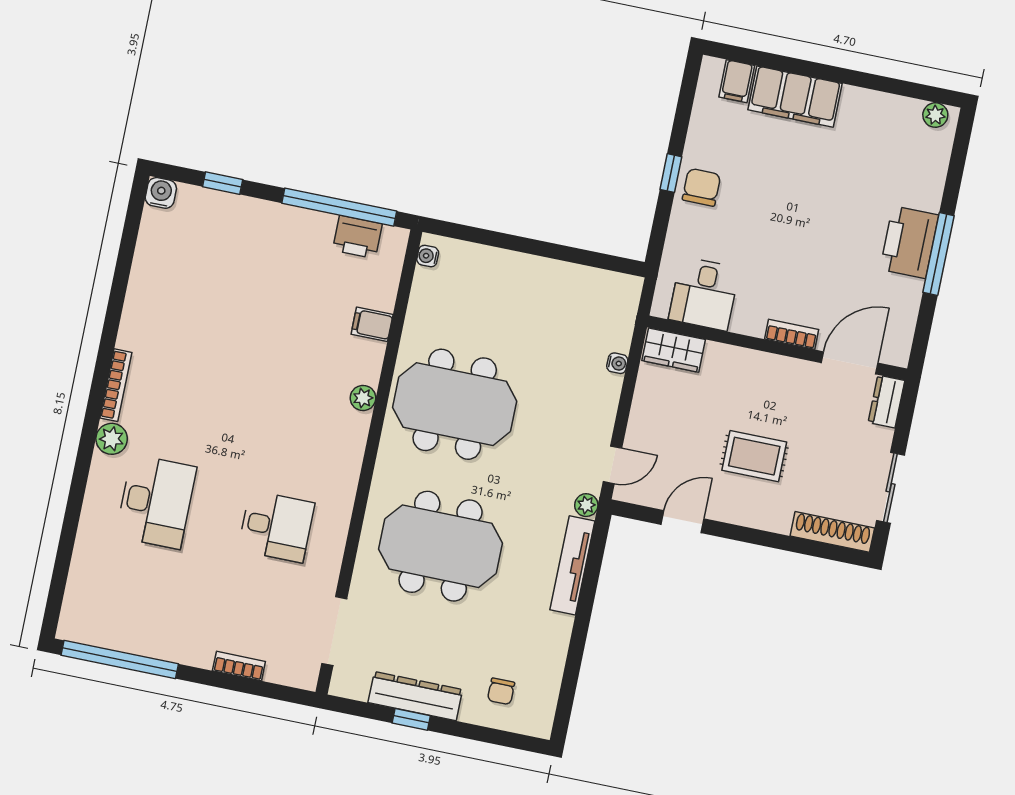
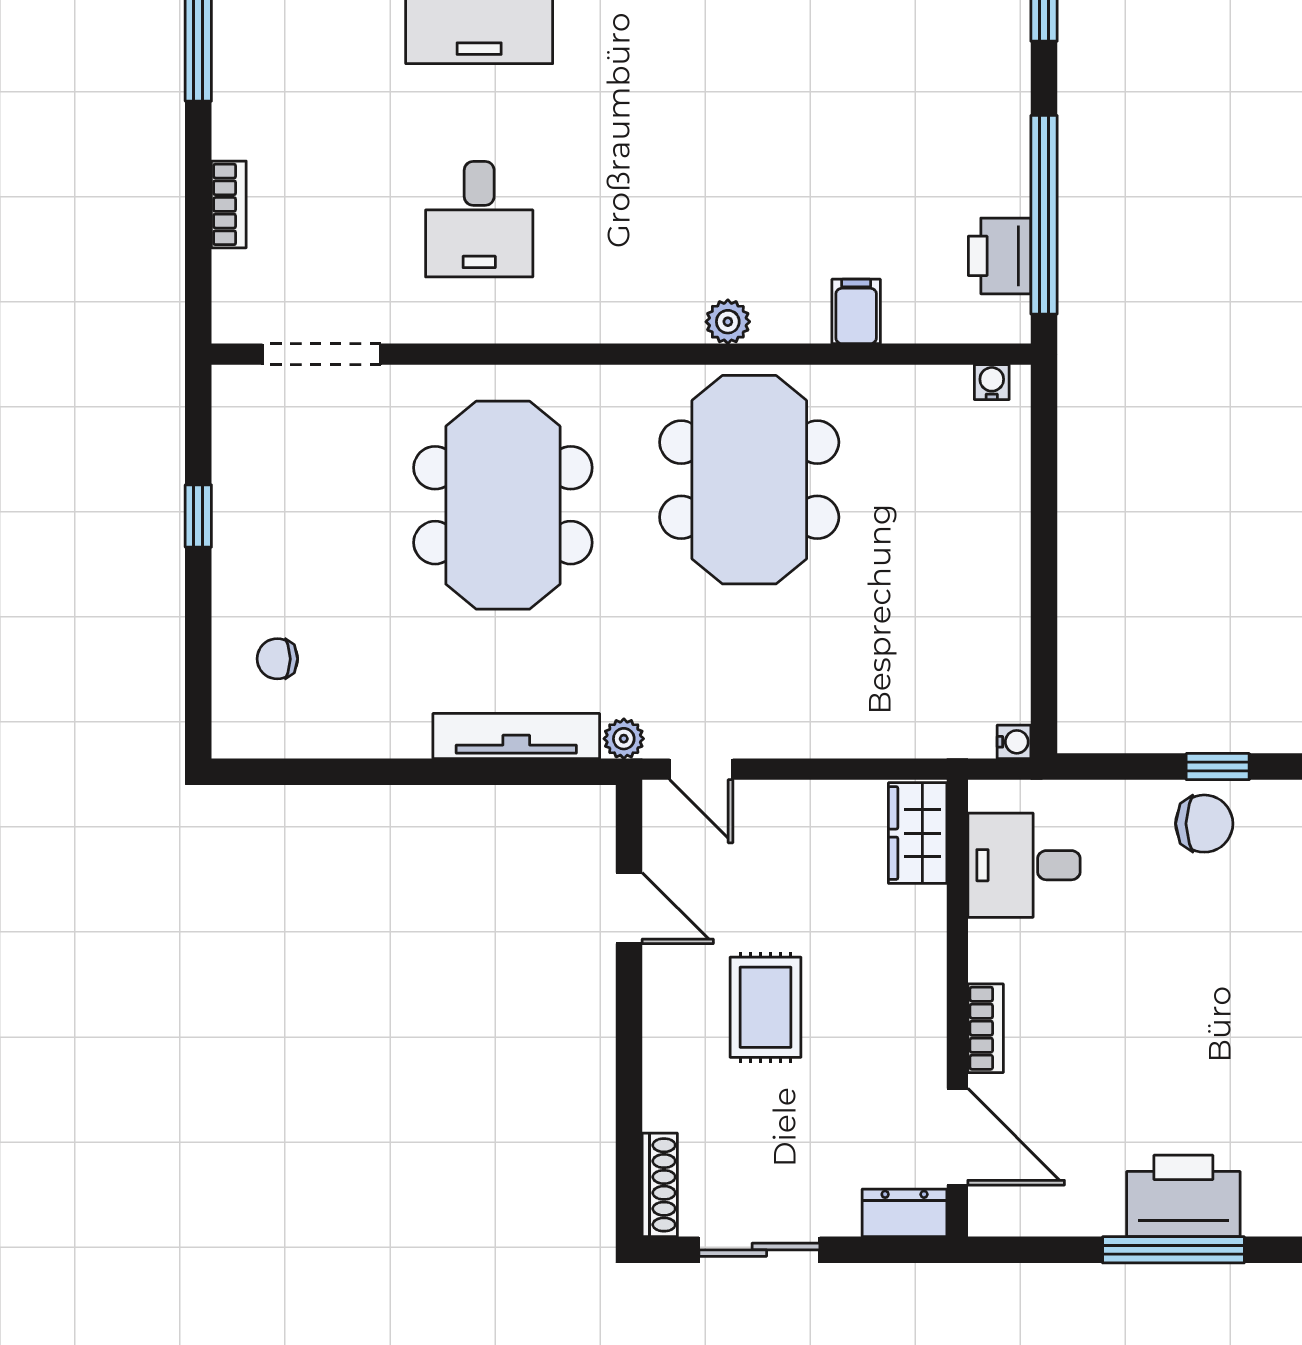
water cooler: (617, 363) -> (1014, 742), moved, turned -90
shoe rack: (832, 532) -> (660, 1185), width x0.74, depth x0.81
dresser: (415, 696) -> (239, 514), removed

